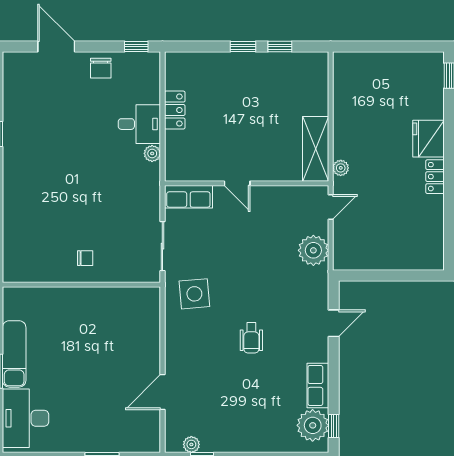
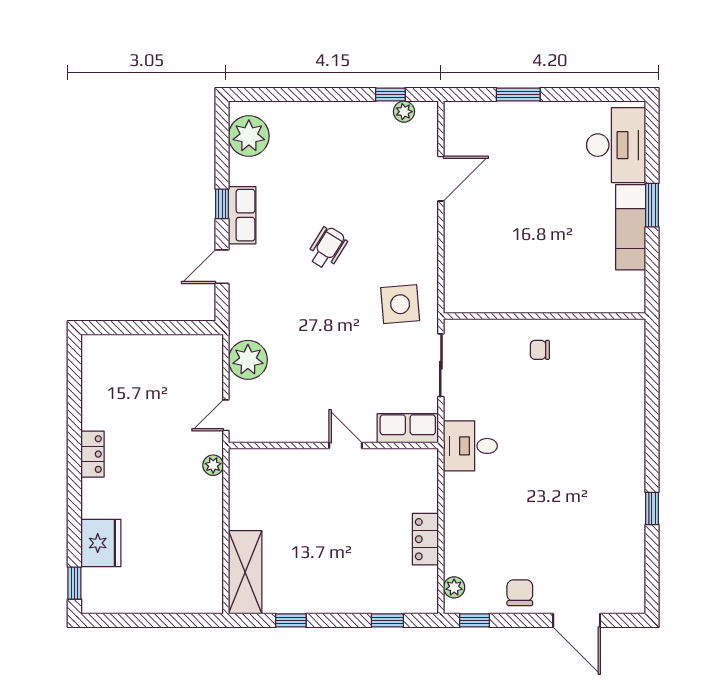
window: (243, 47) -> (387, 620), moved
desk: (139, 124) -> (470, 446), moved
fridge: (428, 139) -> (101, 543), moved
shelving: (316, 149) -> (245, 572), moved
plant: (152, 153) -> (454, 587), moved
wheelchair: (251, 338) -> (327, 248), turned 32
row of seats: (318, 385) -> (242, 215), moved
window: (334, 426) -> (222, 204), moved

